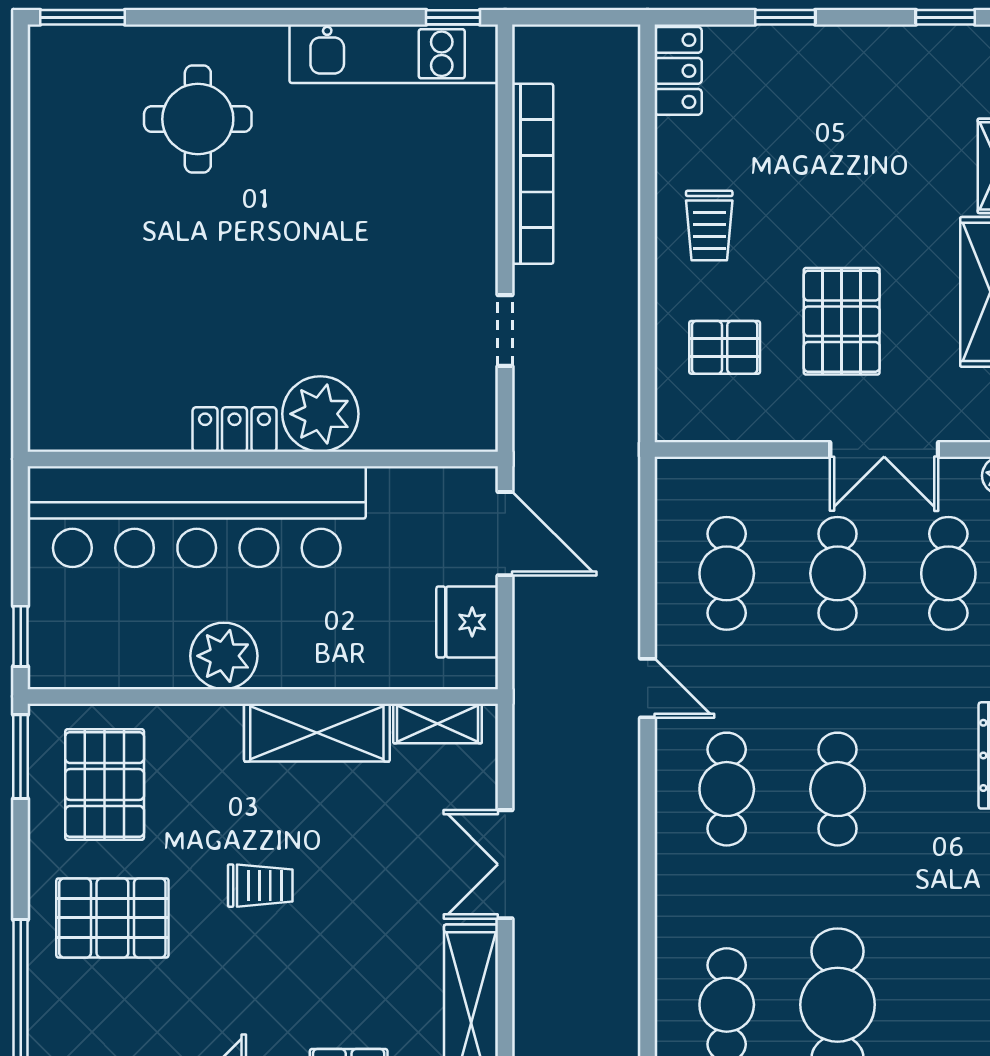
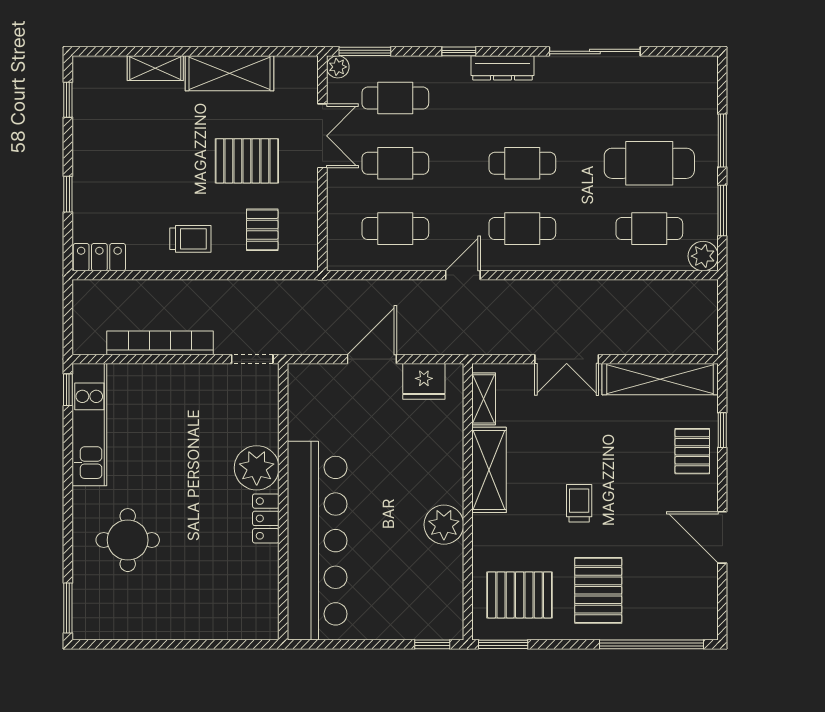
plant: (320, 414) -> (257, 468), moved
locker: (234, 430) -> (266, 518), moved
wall: (263, 459) -> (283, 502), moved
bar counter: (197, 517) -> (317, 541), moved

